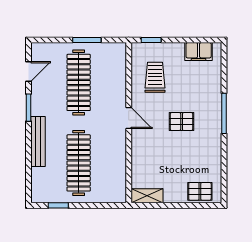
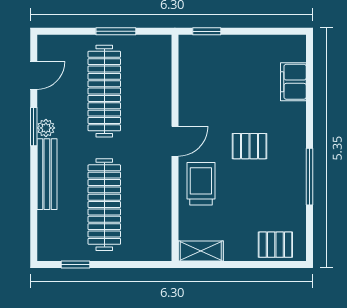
filing cabinet: (199, 52) -> (293, 82), moved, turned 90
trolley: (155, 77) -> (201, 184), moved
plant: (37, 109) -> (46, 128), added
window: (224, 113) -> (309, 177), moved
door: (129, 118) -> (175, 141), hinge flipped

